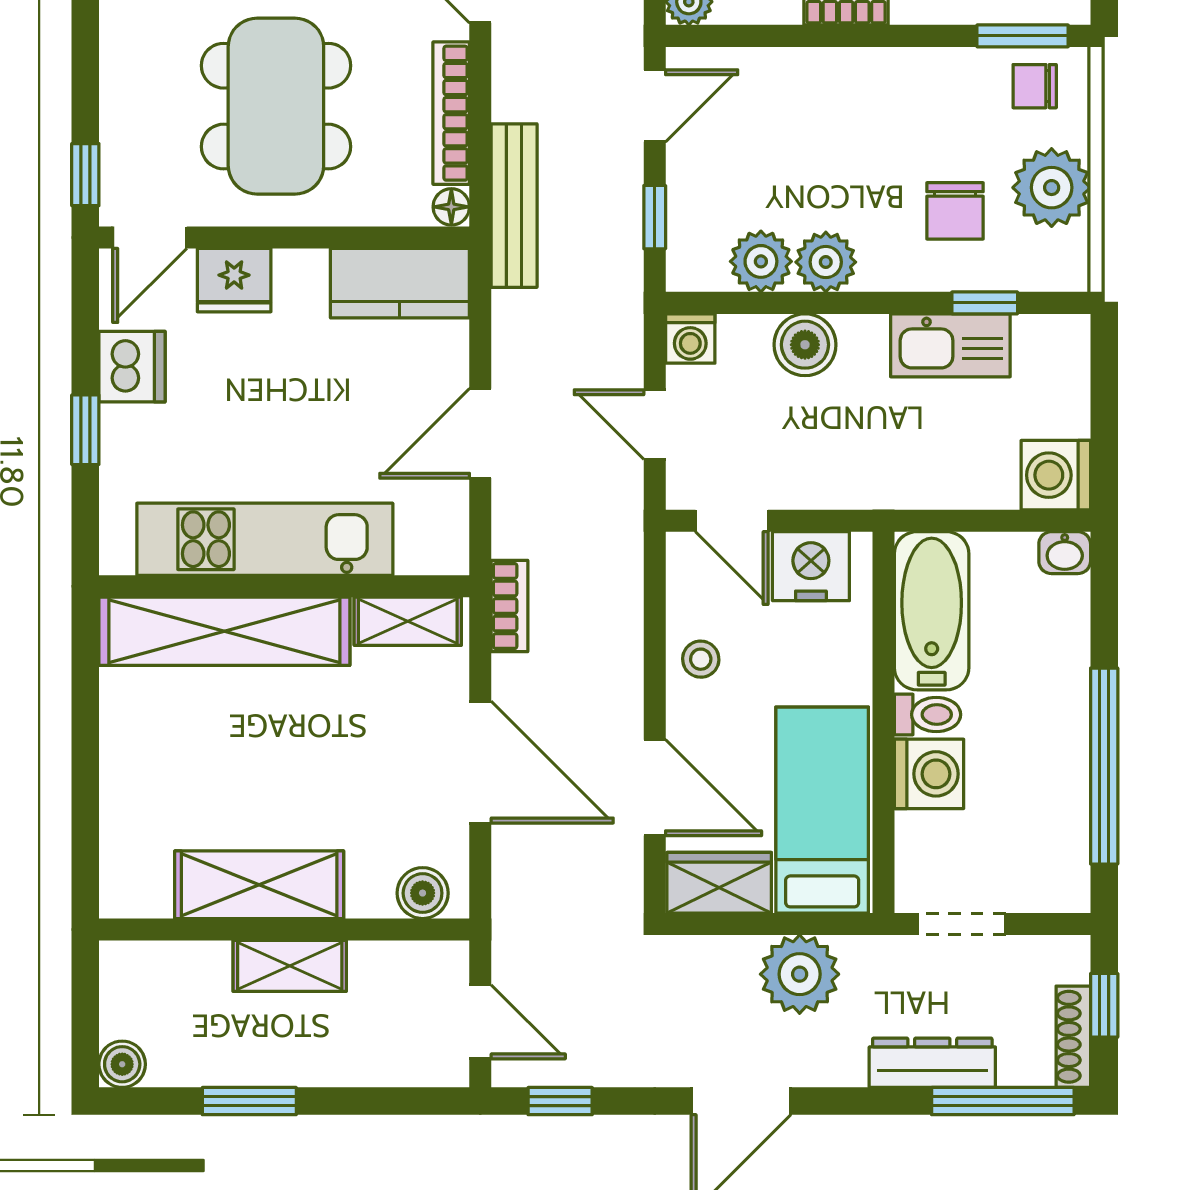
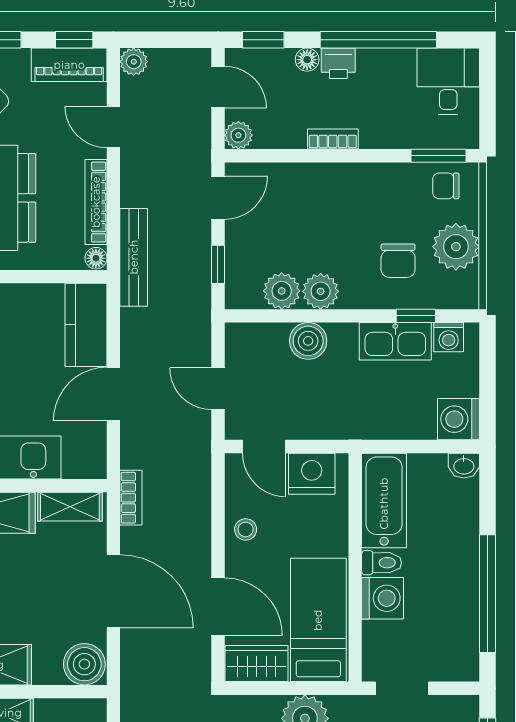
kitchen counter: (400, 283) -> (86, 325), moved, turned 90
washing machine: (690, 338) -> (449, 337), moved
boiler: (423, 893) -> (84, 664), width x1.36, depth x1.36

